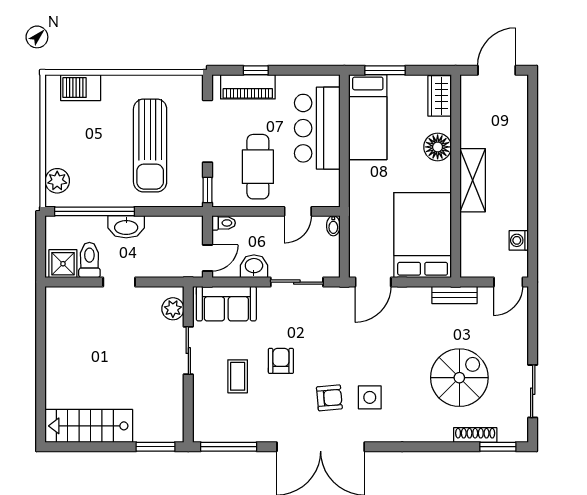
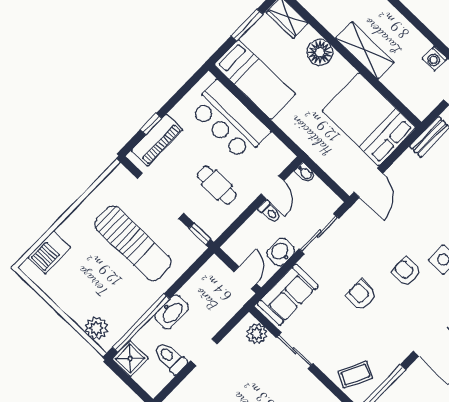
window: (385, 70) -> (247, 25), moved
cafe table: (258, 167) -> (217, 185), width x0.73, depth x0.74
toilet: (224, 223) -> (270, 212), moved, turned 90
shower: (63, 264) -> (130, 359), moved
coffee table: (238, 376) -> (355, 375), moved, turned -64
armchair: (329, 398) -> (406, 272), moved, turned -85

